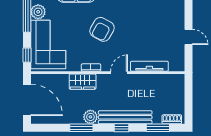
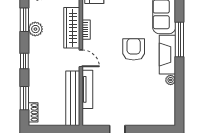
armchair: (102, 29) -> (134, 49), moved, turned 61
wardrobe: (83, 82) -> (72, 28), width x1.50
bench: (125, 117) -> (73, 98), moved

